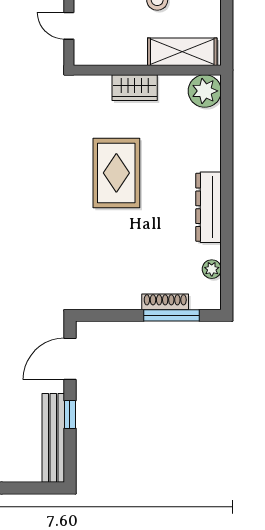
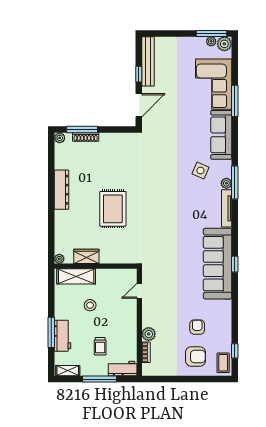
door: (69, 26) -> (139, 291), swing flipped
wardrobe: (135, 88) -> (86, 256), moved
plant: (205, 91) -> (59, 259), width x0.53, depth x0.53
plant: (212, 269) -> (60, 138), moved

